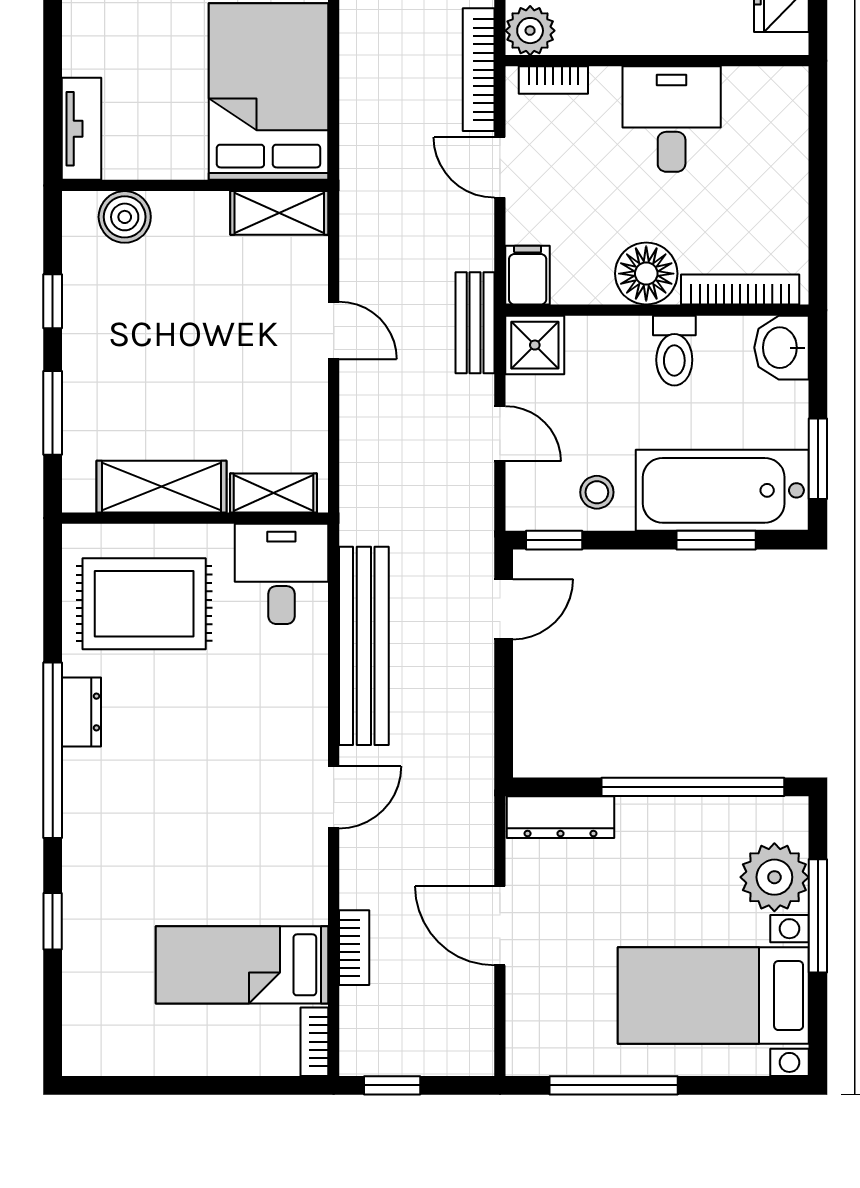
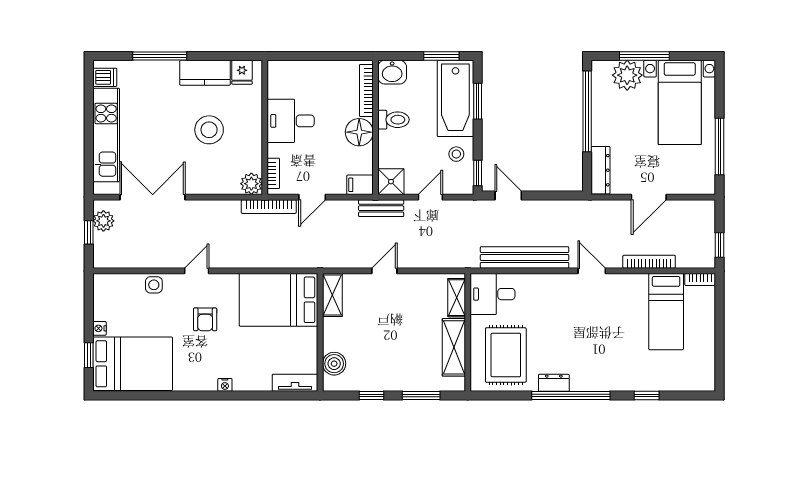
bookcase: (354, 948) -> (649, 262), width x1.56

